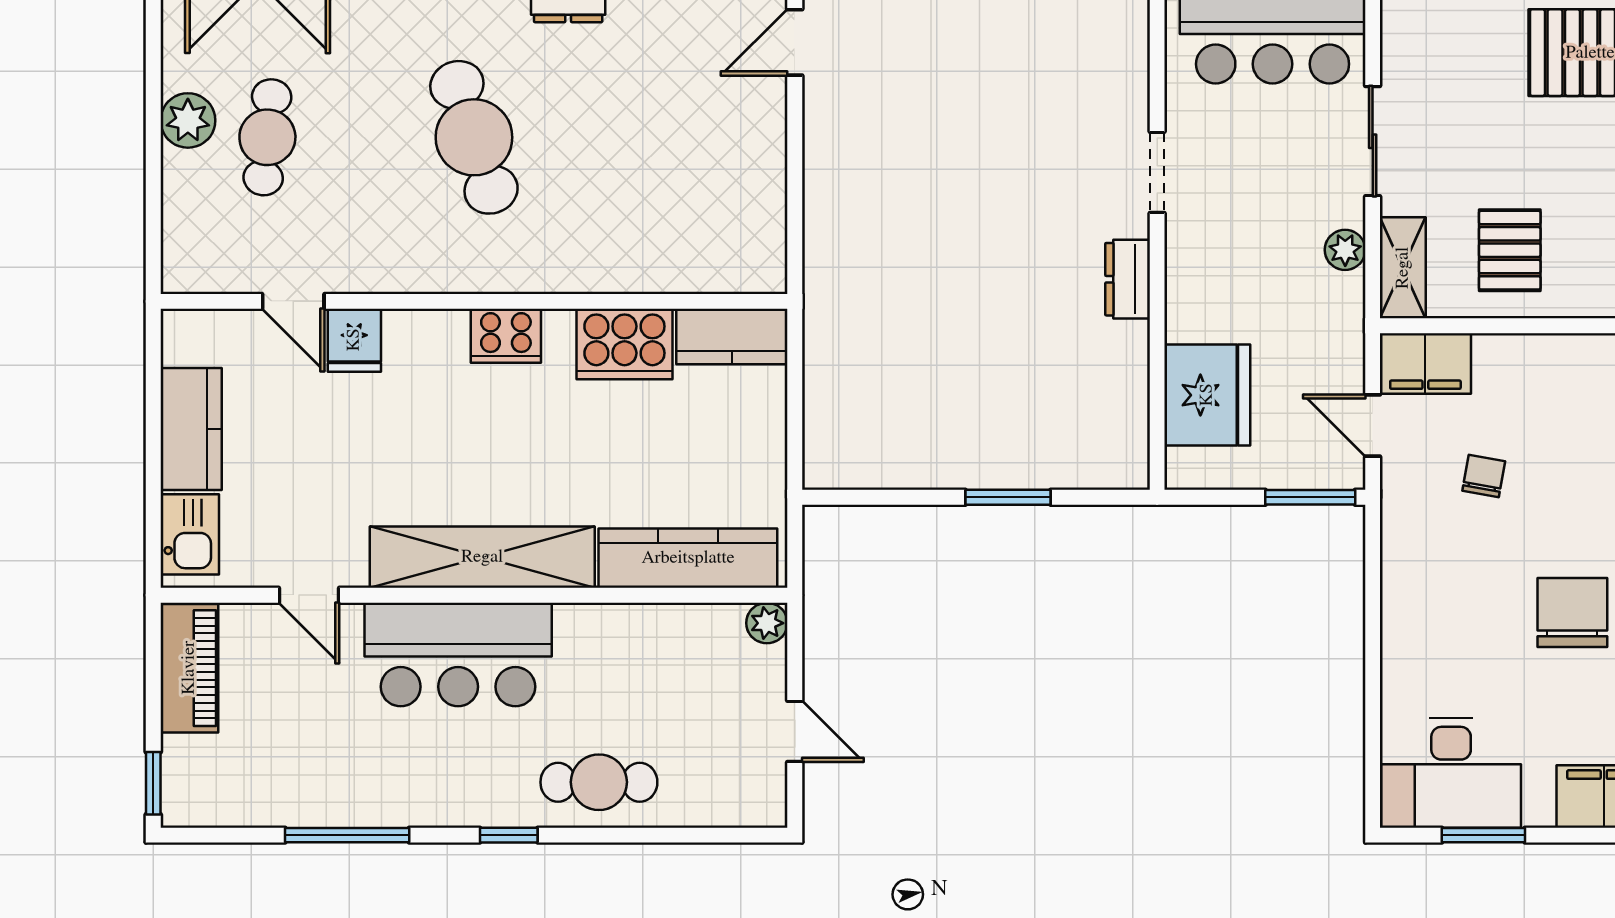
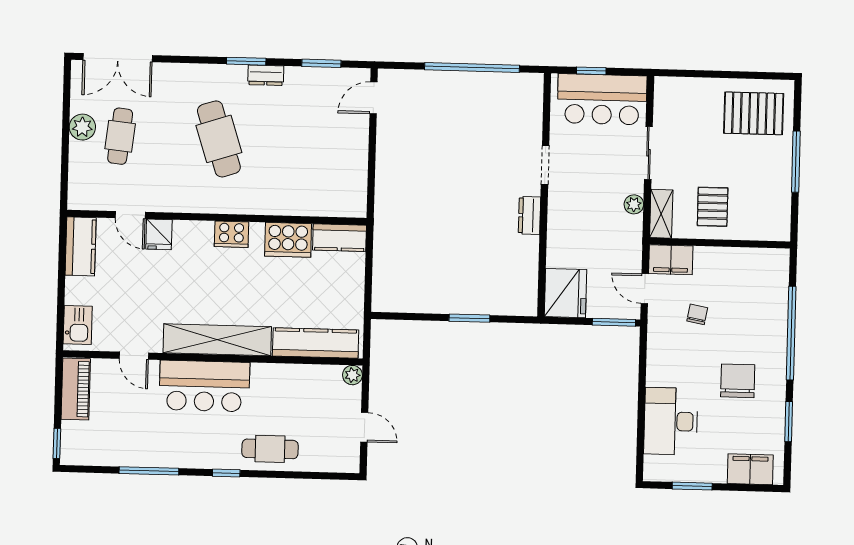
fridge: (1207, 395) -> (566, 293), moved
kitchen counter: (191, 429) -> (81, 246), moved
desk: (1451, 773) -> (671, 421), moved, turned 90

